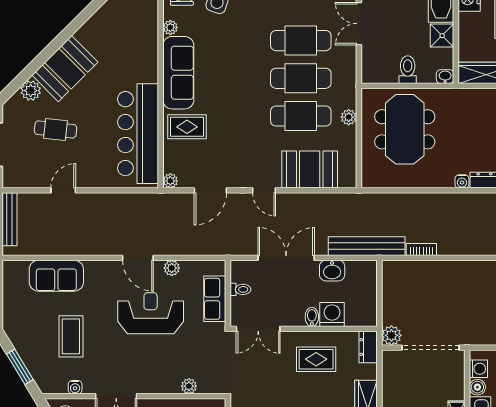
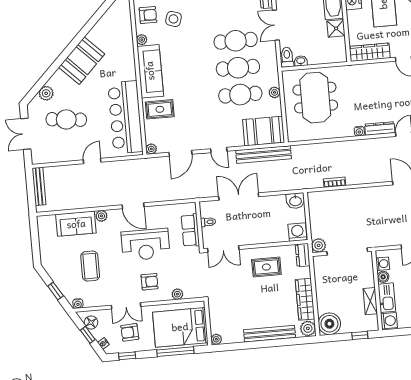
booth: (65, 69) -> (82, 61), moved
toilet: (408, 70) -> (287, 57), moved
washbasin: (445, 77) -> (301, 61), moved
cafe table: (56, 129) -> (66, 119), width x1.37, depth x1.35
booth: (310, 170) -> (264, 131), moved
door: (63, 190) -> (92, 161), moved
bench: (367, 246) -> (264, 154), moved
plant: (172, 268) -> (101, 216), moved
washbasin: (332, 271) -> (295, 201), moved
reception desk: (151, 313) -> (145, 245), turned 180
washing machine: (332, 314) -> (297, 232), moved
bidet: (312, 317) -> (261, 237), removed
armchair: (152, 365) -> (150, 282), added
window: (20, 367) -> (56, 291), width x0.67
water cooler: (75, 387) -> (78, 304), moved

